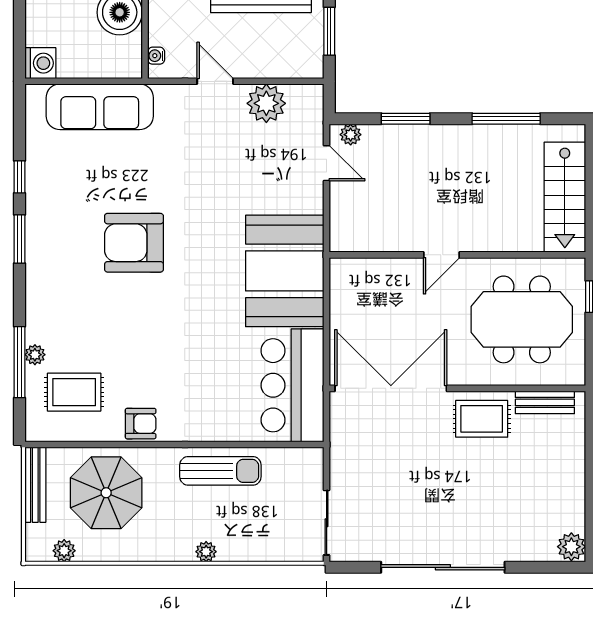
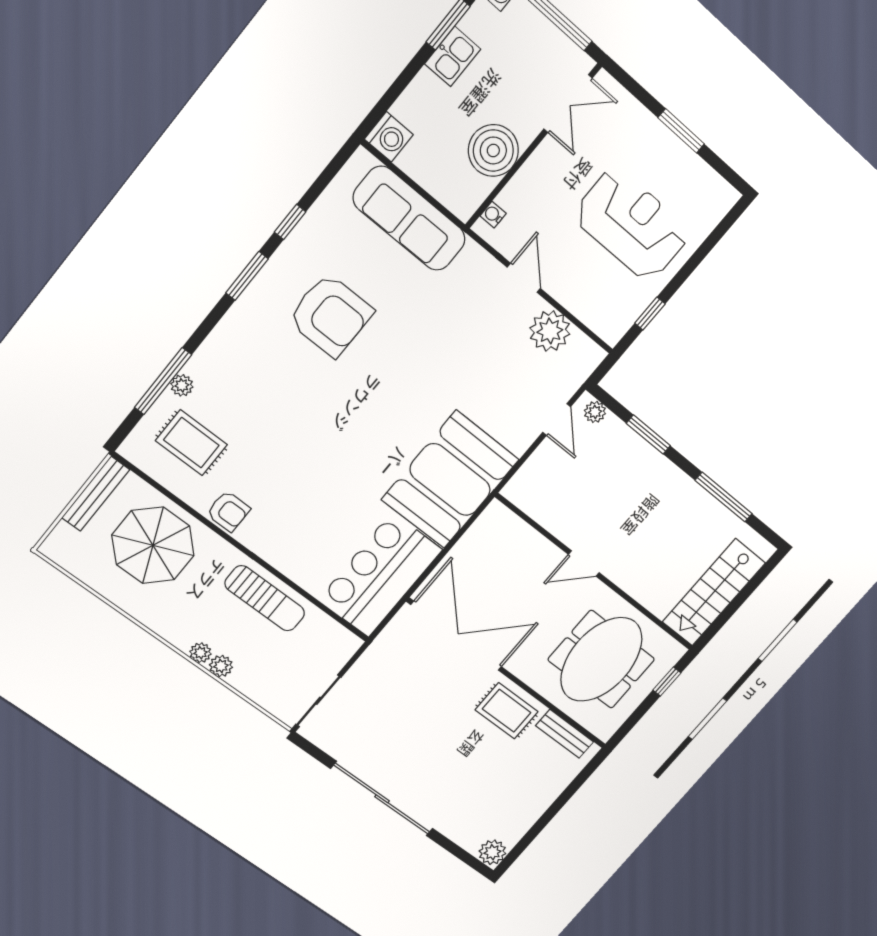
window: (329, 31) -> (650, 314), width x0.67
armchair: (134, 243) -> (331, 315), moved, turned 180
meeting table: (522, 319) -> (601, 659), turned 90
plant: (64, 551) -> (221, 666), moved

